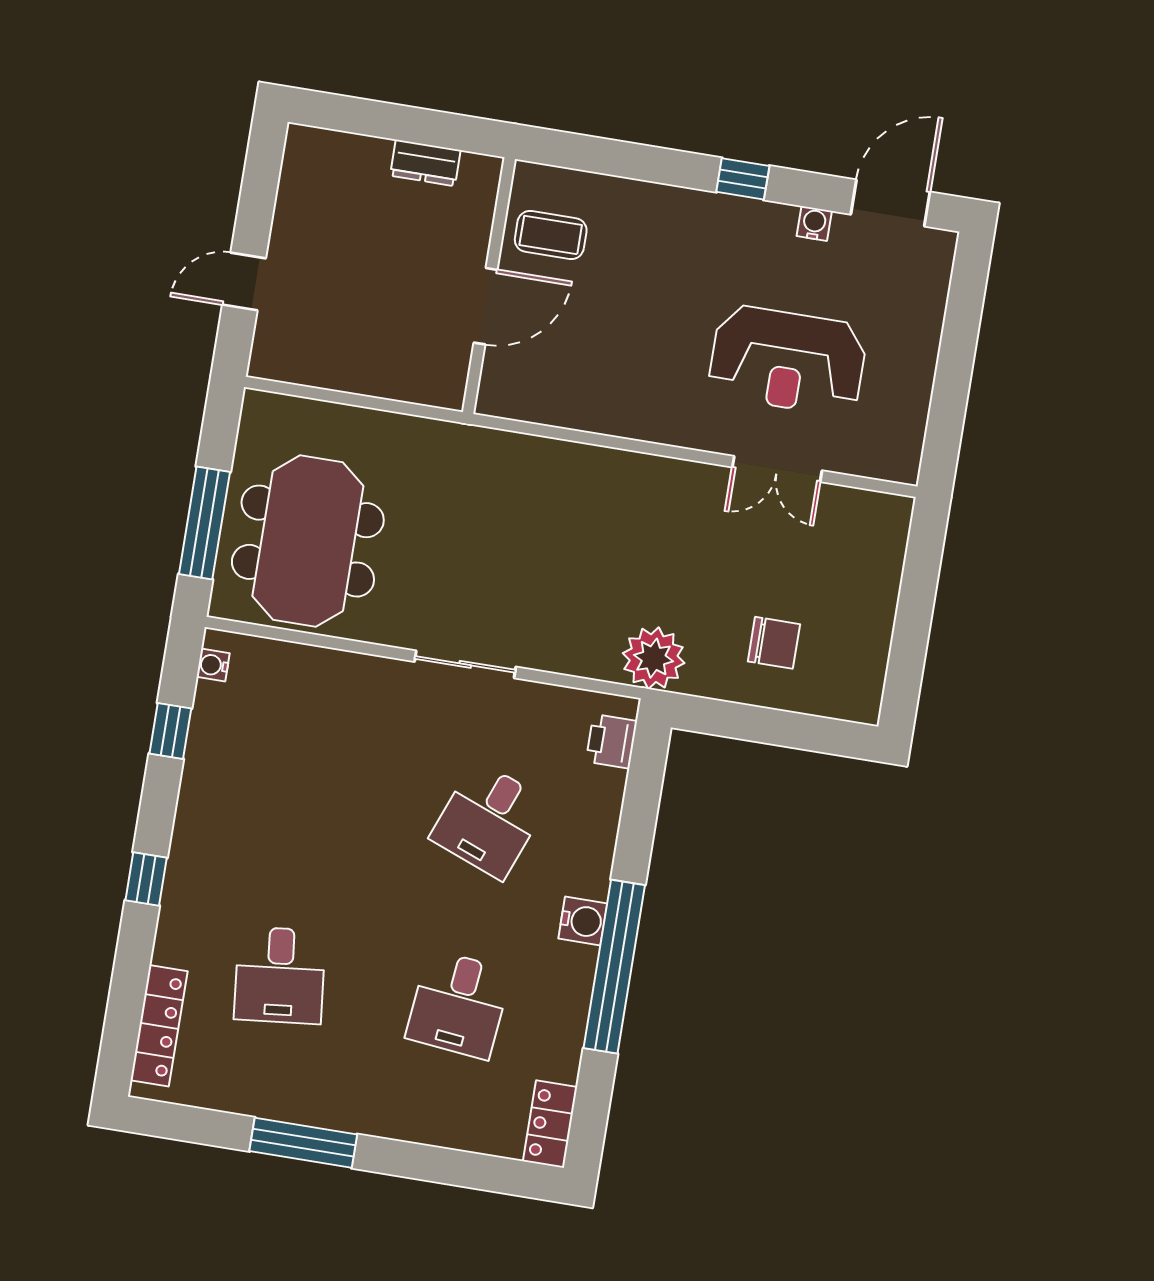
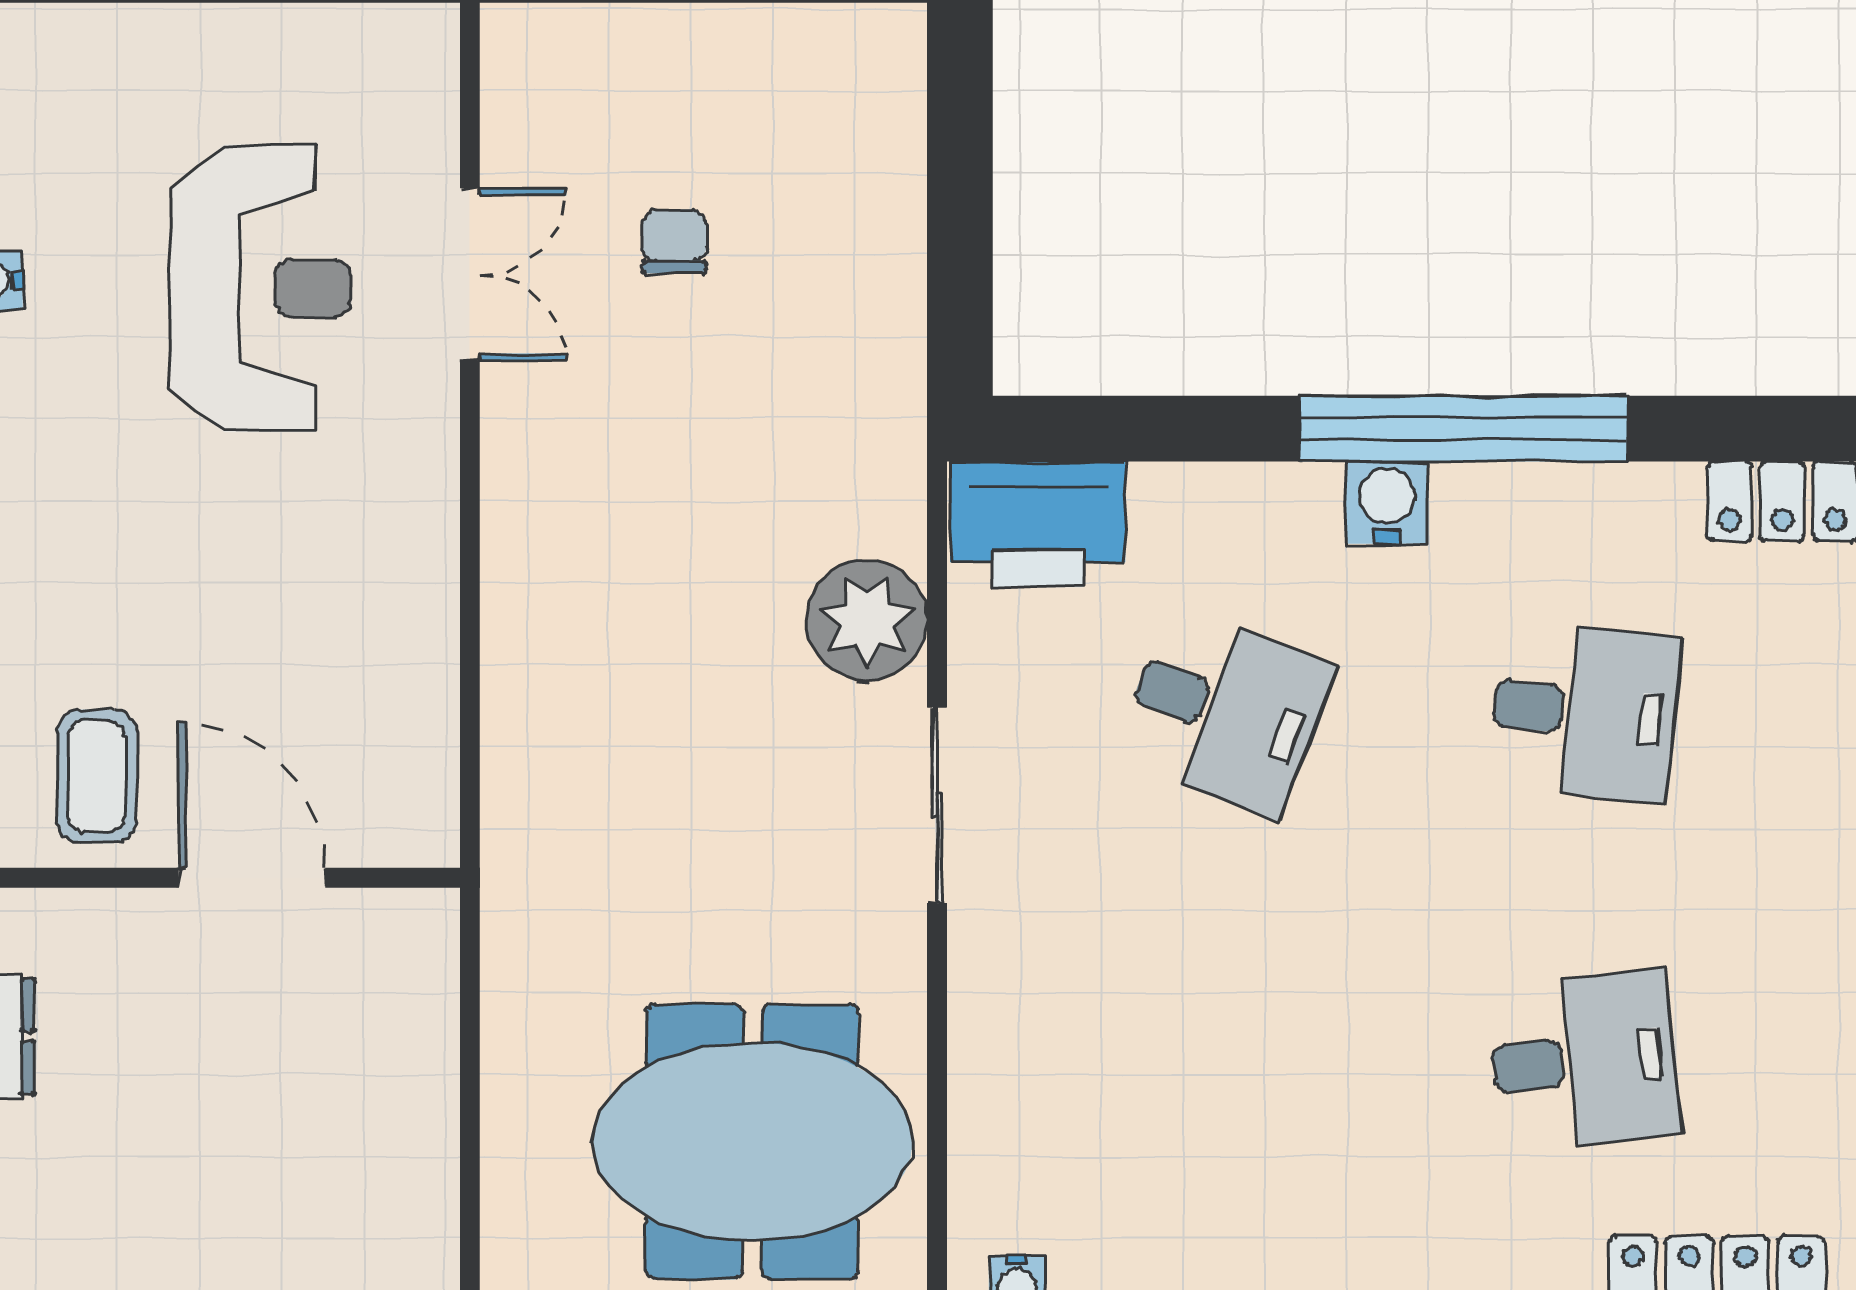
chair: (774, 643) -> (675, 241), moved, width x0.73, depth x0.73
plant: (654, 658) -> (867, 620), moved
printer: (611, 741) -> (1038, 524), width x1.87, depth x1.48

